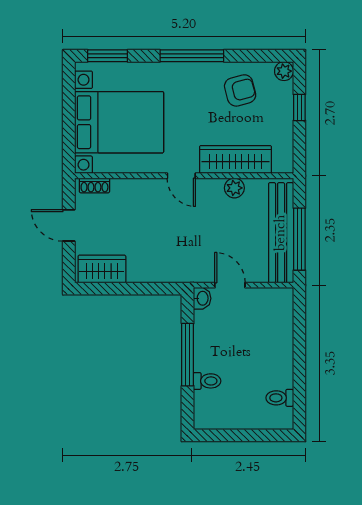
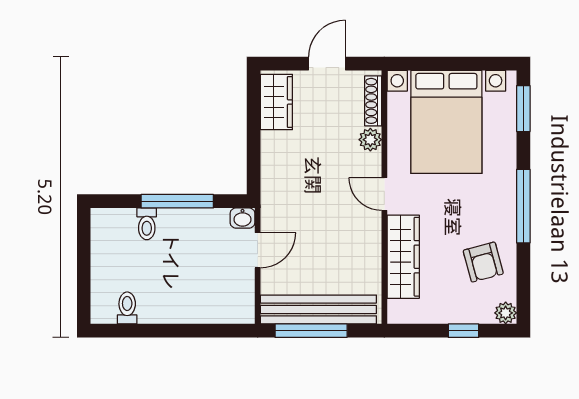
door: (181, 176) -> (384, 194), hinge flipped
shoe rack: (94, 185) -> (373, 101), width x1.43
plant: (234, 188) -> (370, 140), moved

